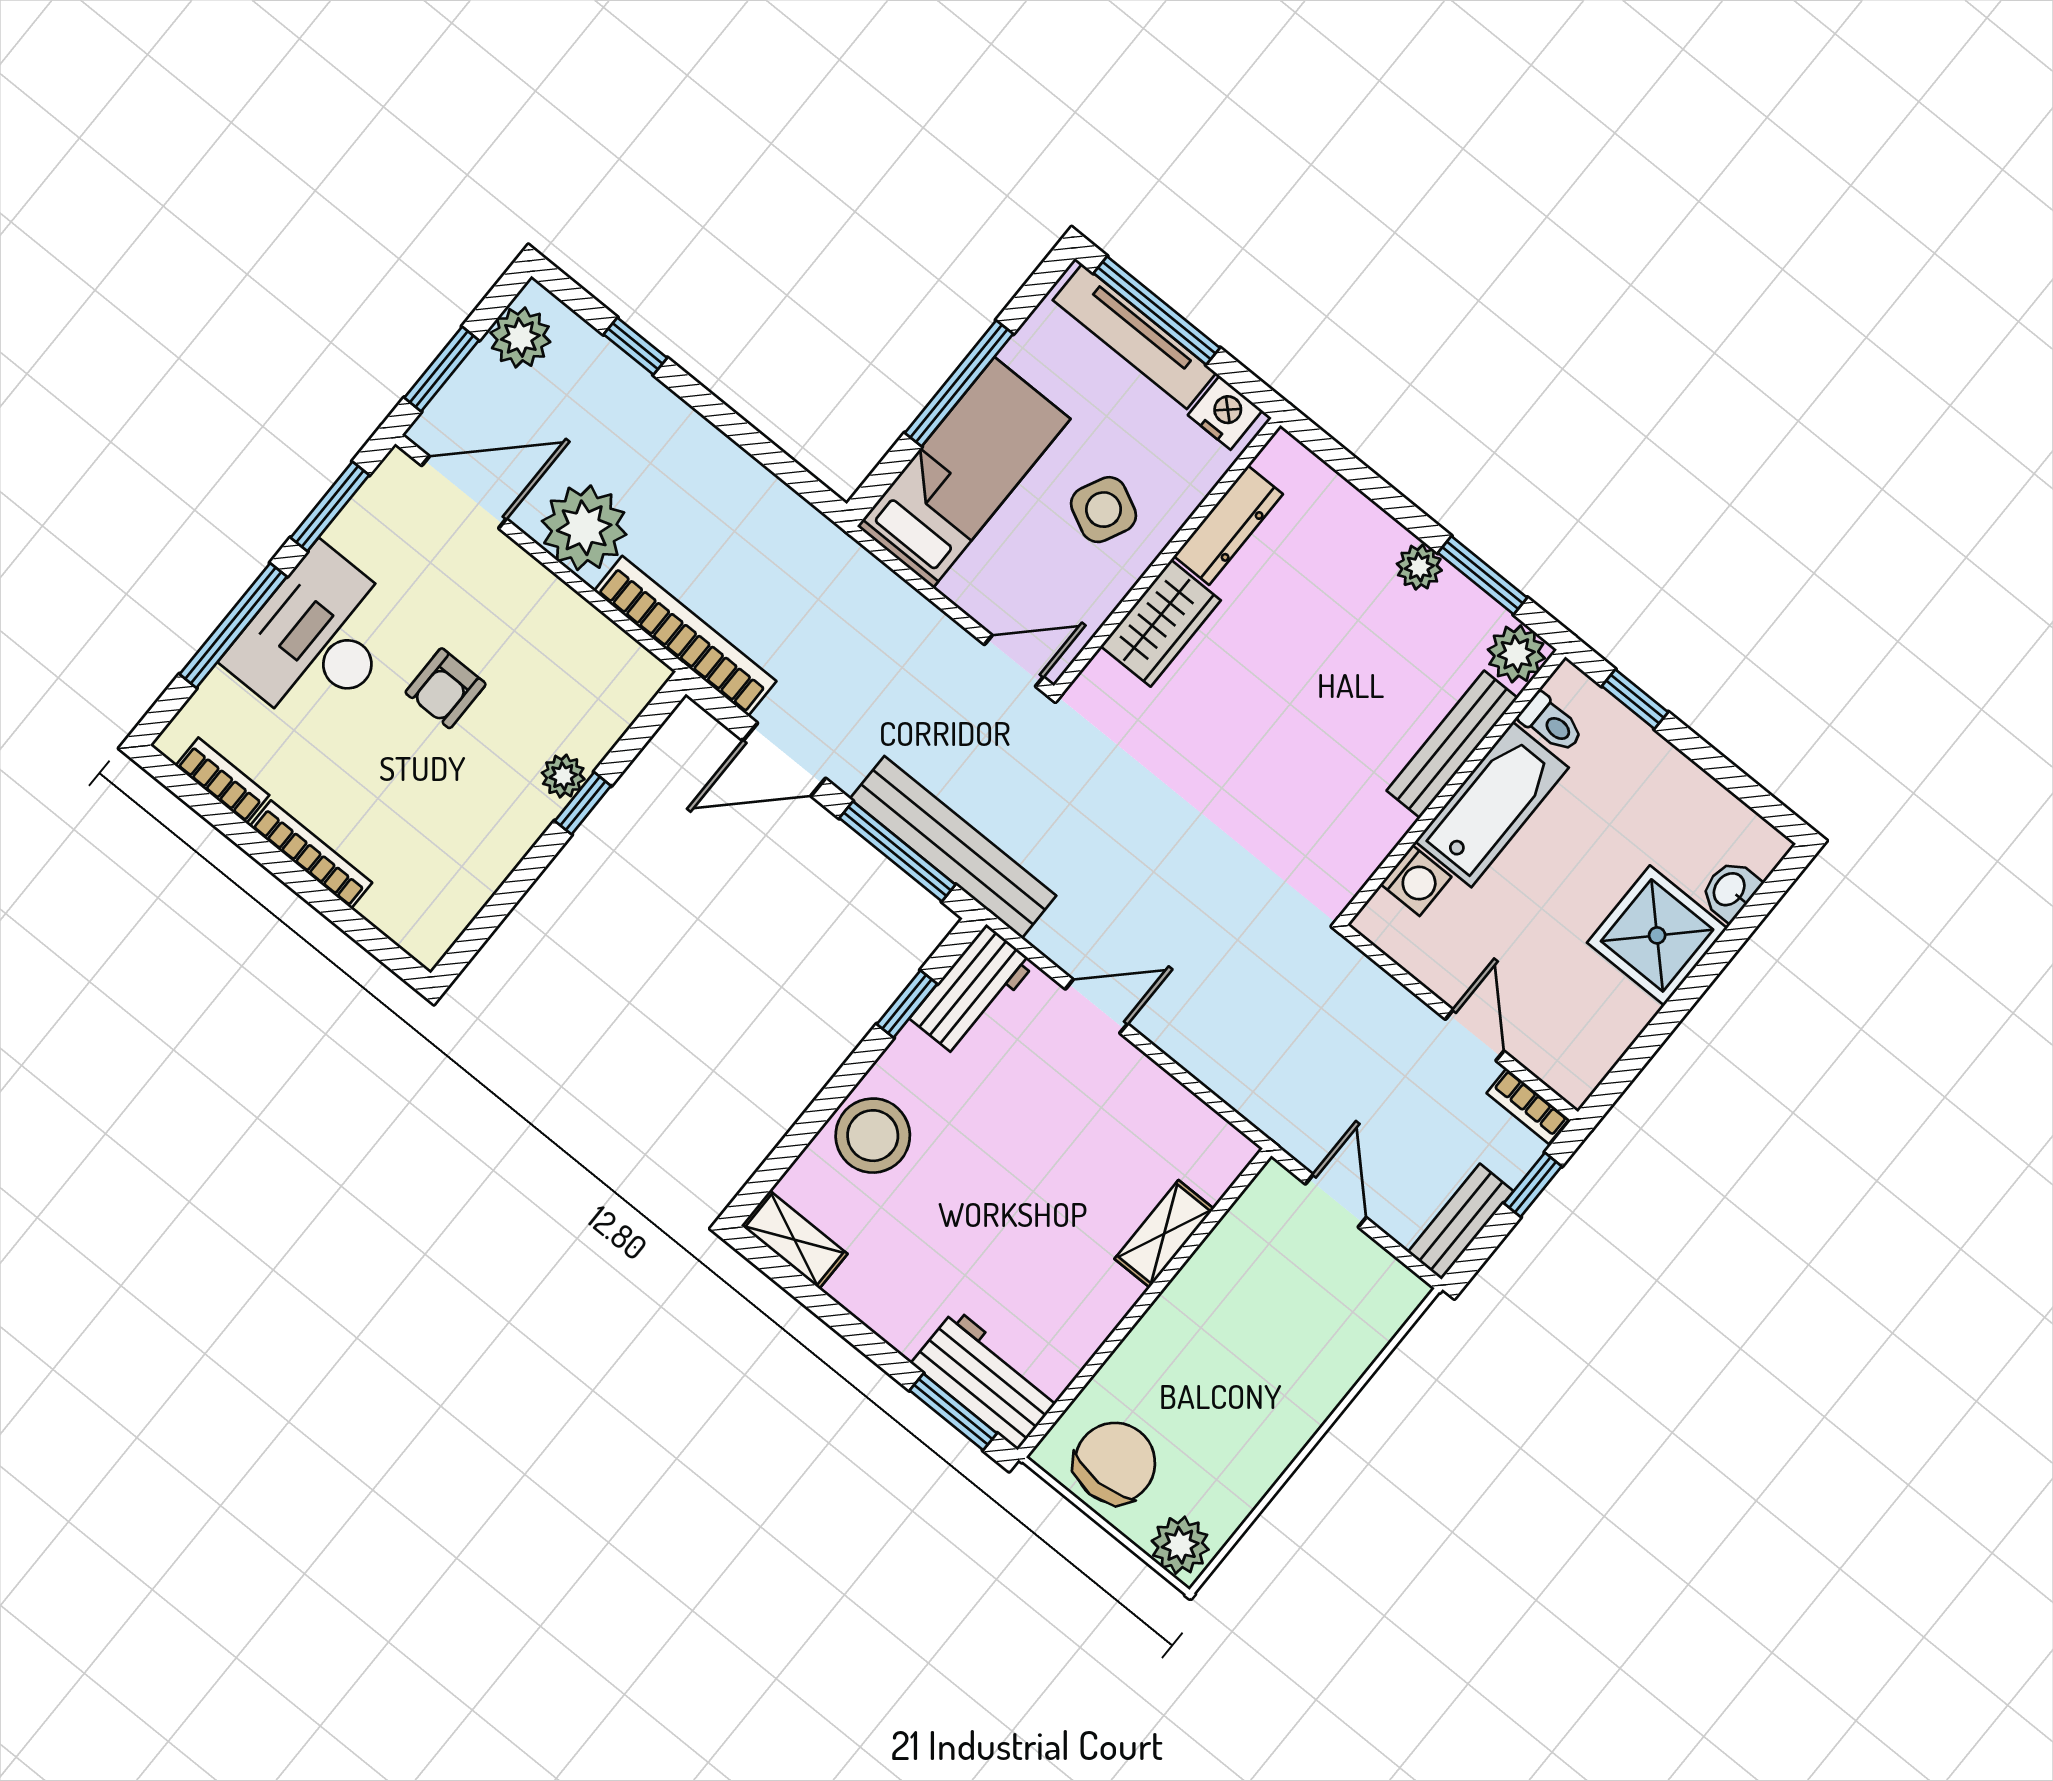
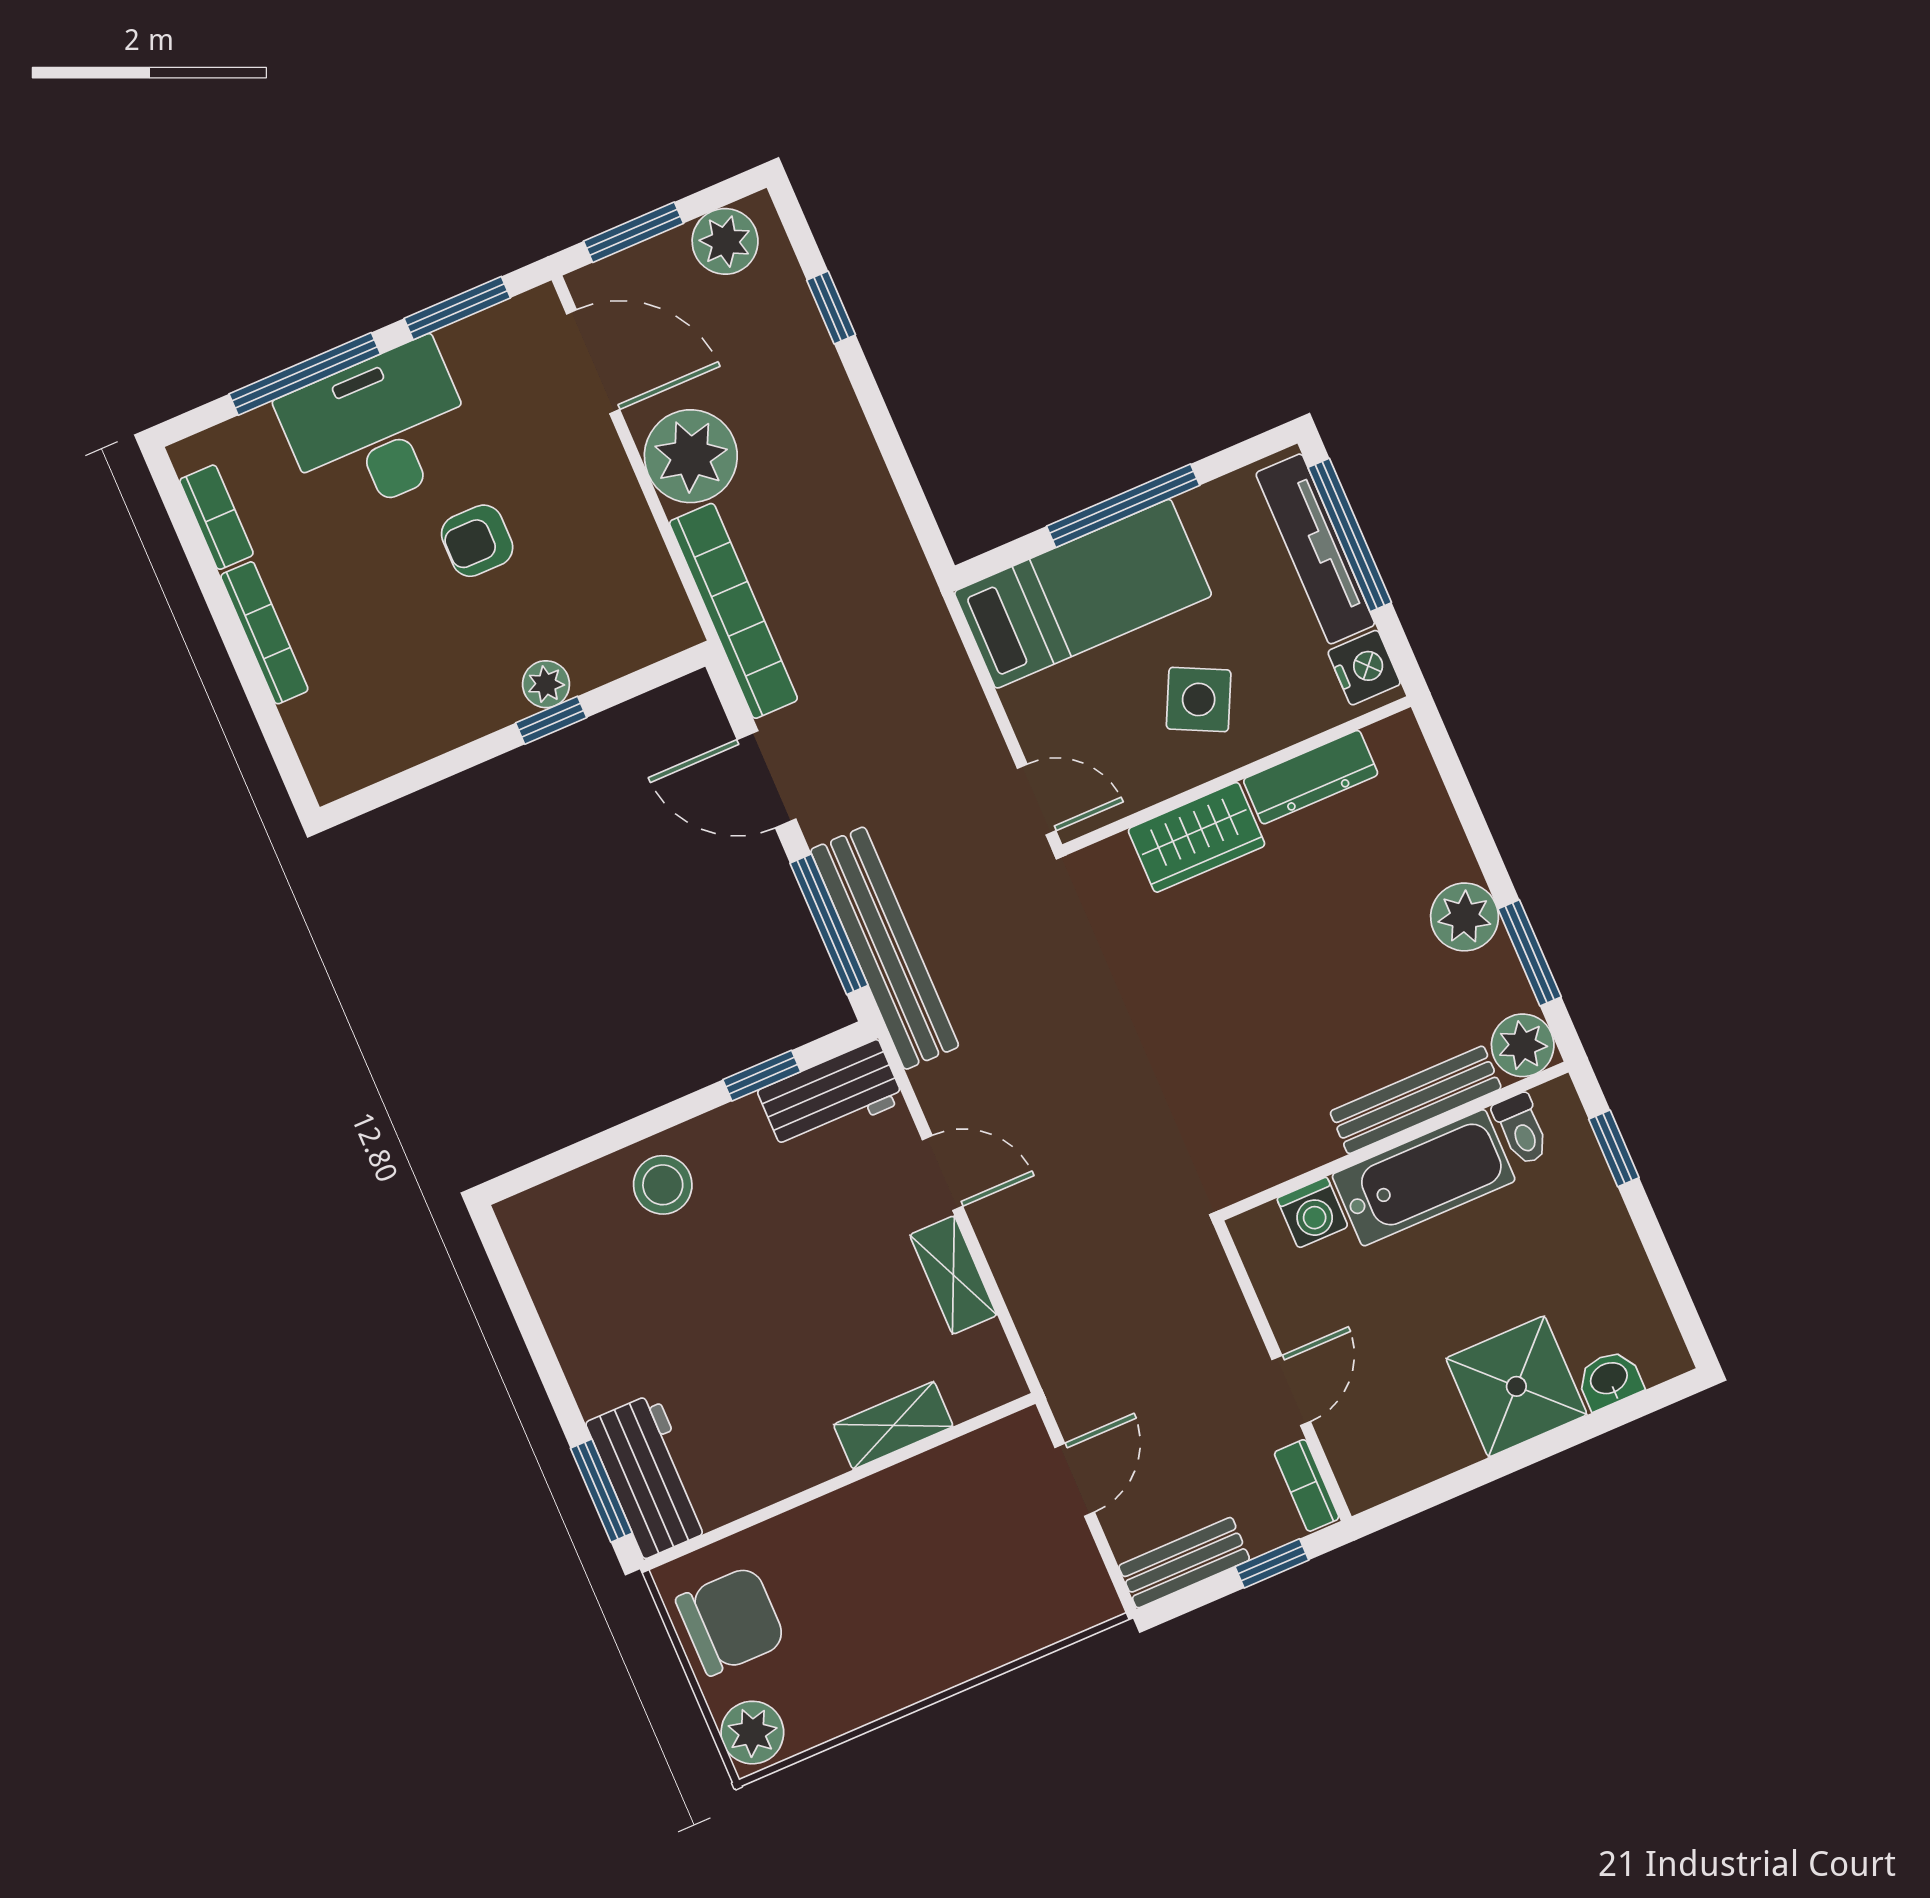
plant: (1419, 567) -> (1465, 917), width x1.38, depth x1.38
stool: (873, 1136) -> (663, 1185), width x0.73, depth x0.73
shelving: (794, 1240) -> (953, 1275), moved

